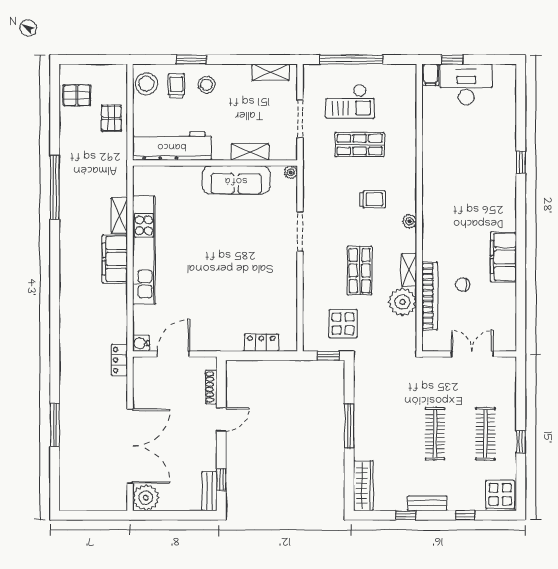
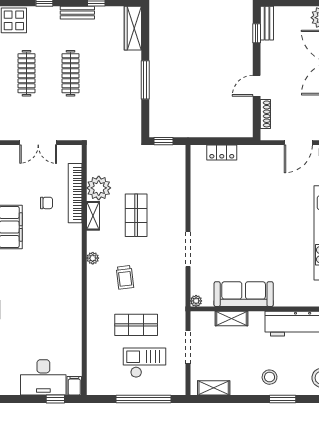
trolley: (176, 86) -> (296, 376), removed
trolley: (373, 199) -> (125, 277), turned -97
display table: (343, 324) -> (151, 169), removed

